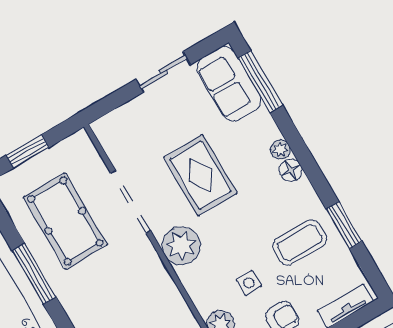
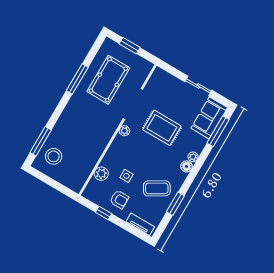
rug: (200, 175) -> (162, 128), turned 90
coffee table: (300, 243) -> (157, 188), turned -31
plant: (181, 246) -> (124, 131), width x0.53, depth x0.53

